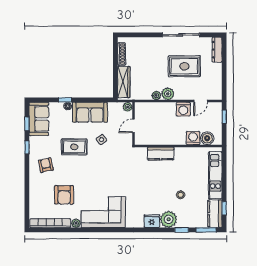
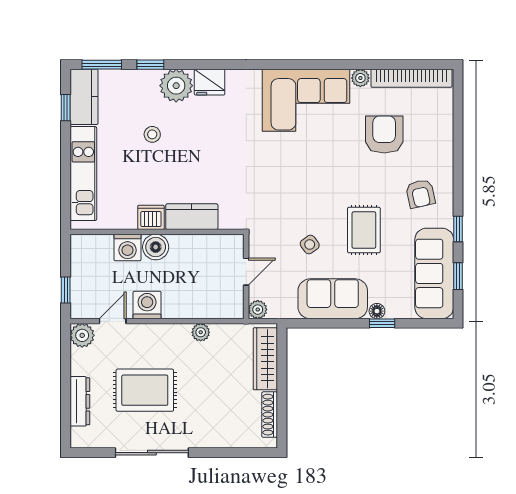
dresser: (217, 50) -> (80, 401), moved
plant: (168, 94) -> (82, 335), moved
sofa: (39, 119) -> (434, 273), width x1.36
boiler: (207, 138) -> (156, 247), moved
rug: (74, 147) -> (364, 230), turned 90
dishwasher: (181, 153) -> (151, 217), added

